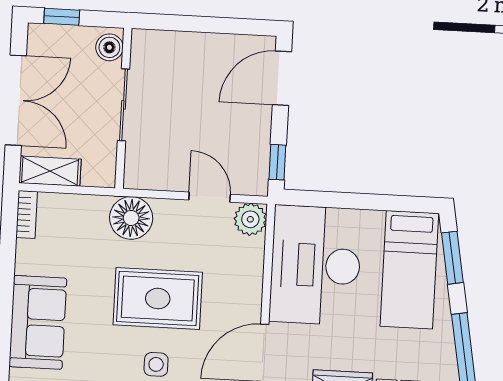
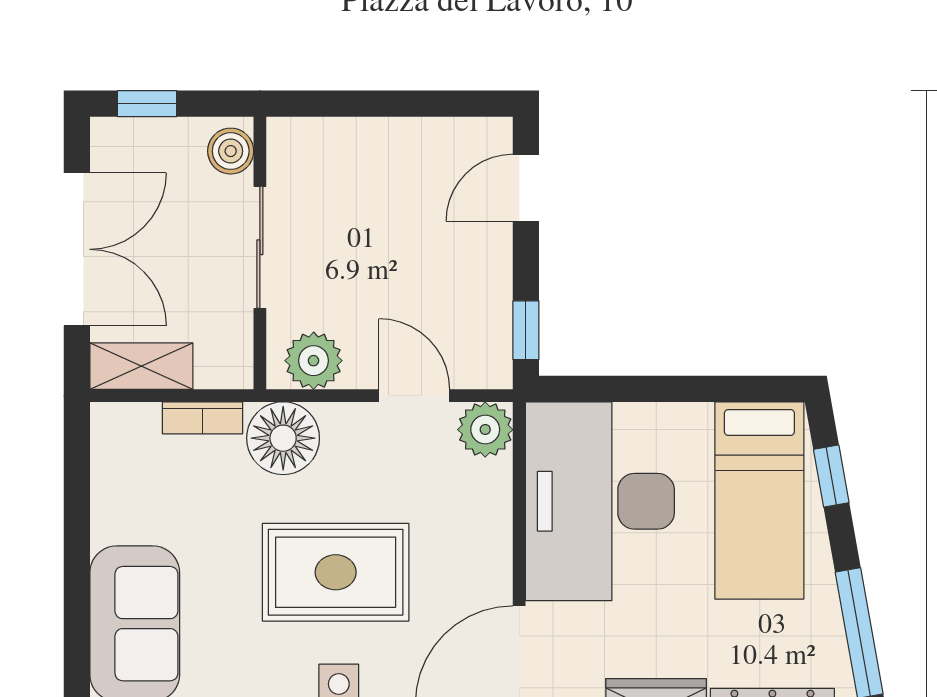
door: (282, 78) -> (526, 188), width x0.73
plant: (151, 173) -> (314, 361), added
bookcase: (27, 215) -> (202, 418), moved, turned 90
window: (452, 258) -> (831, 476), width x0.67

